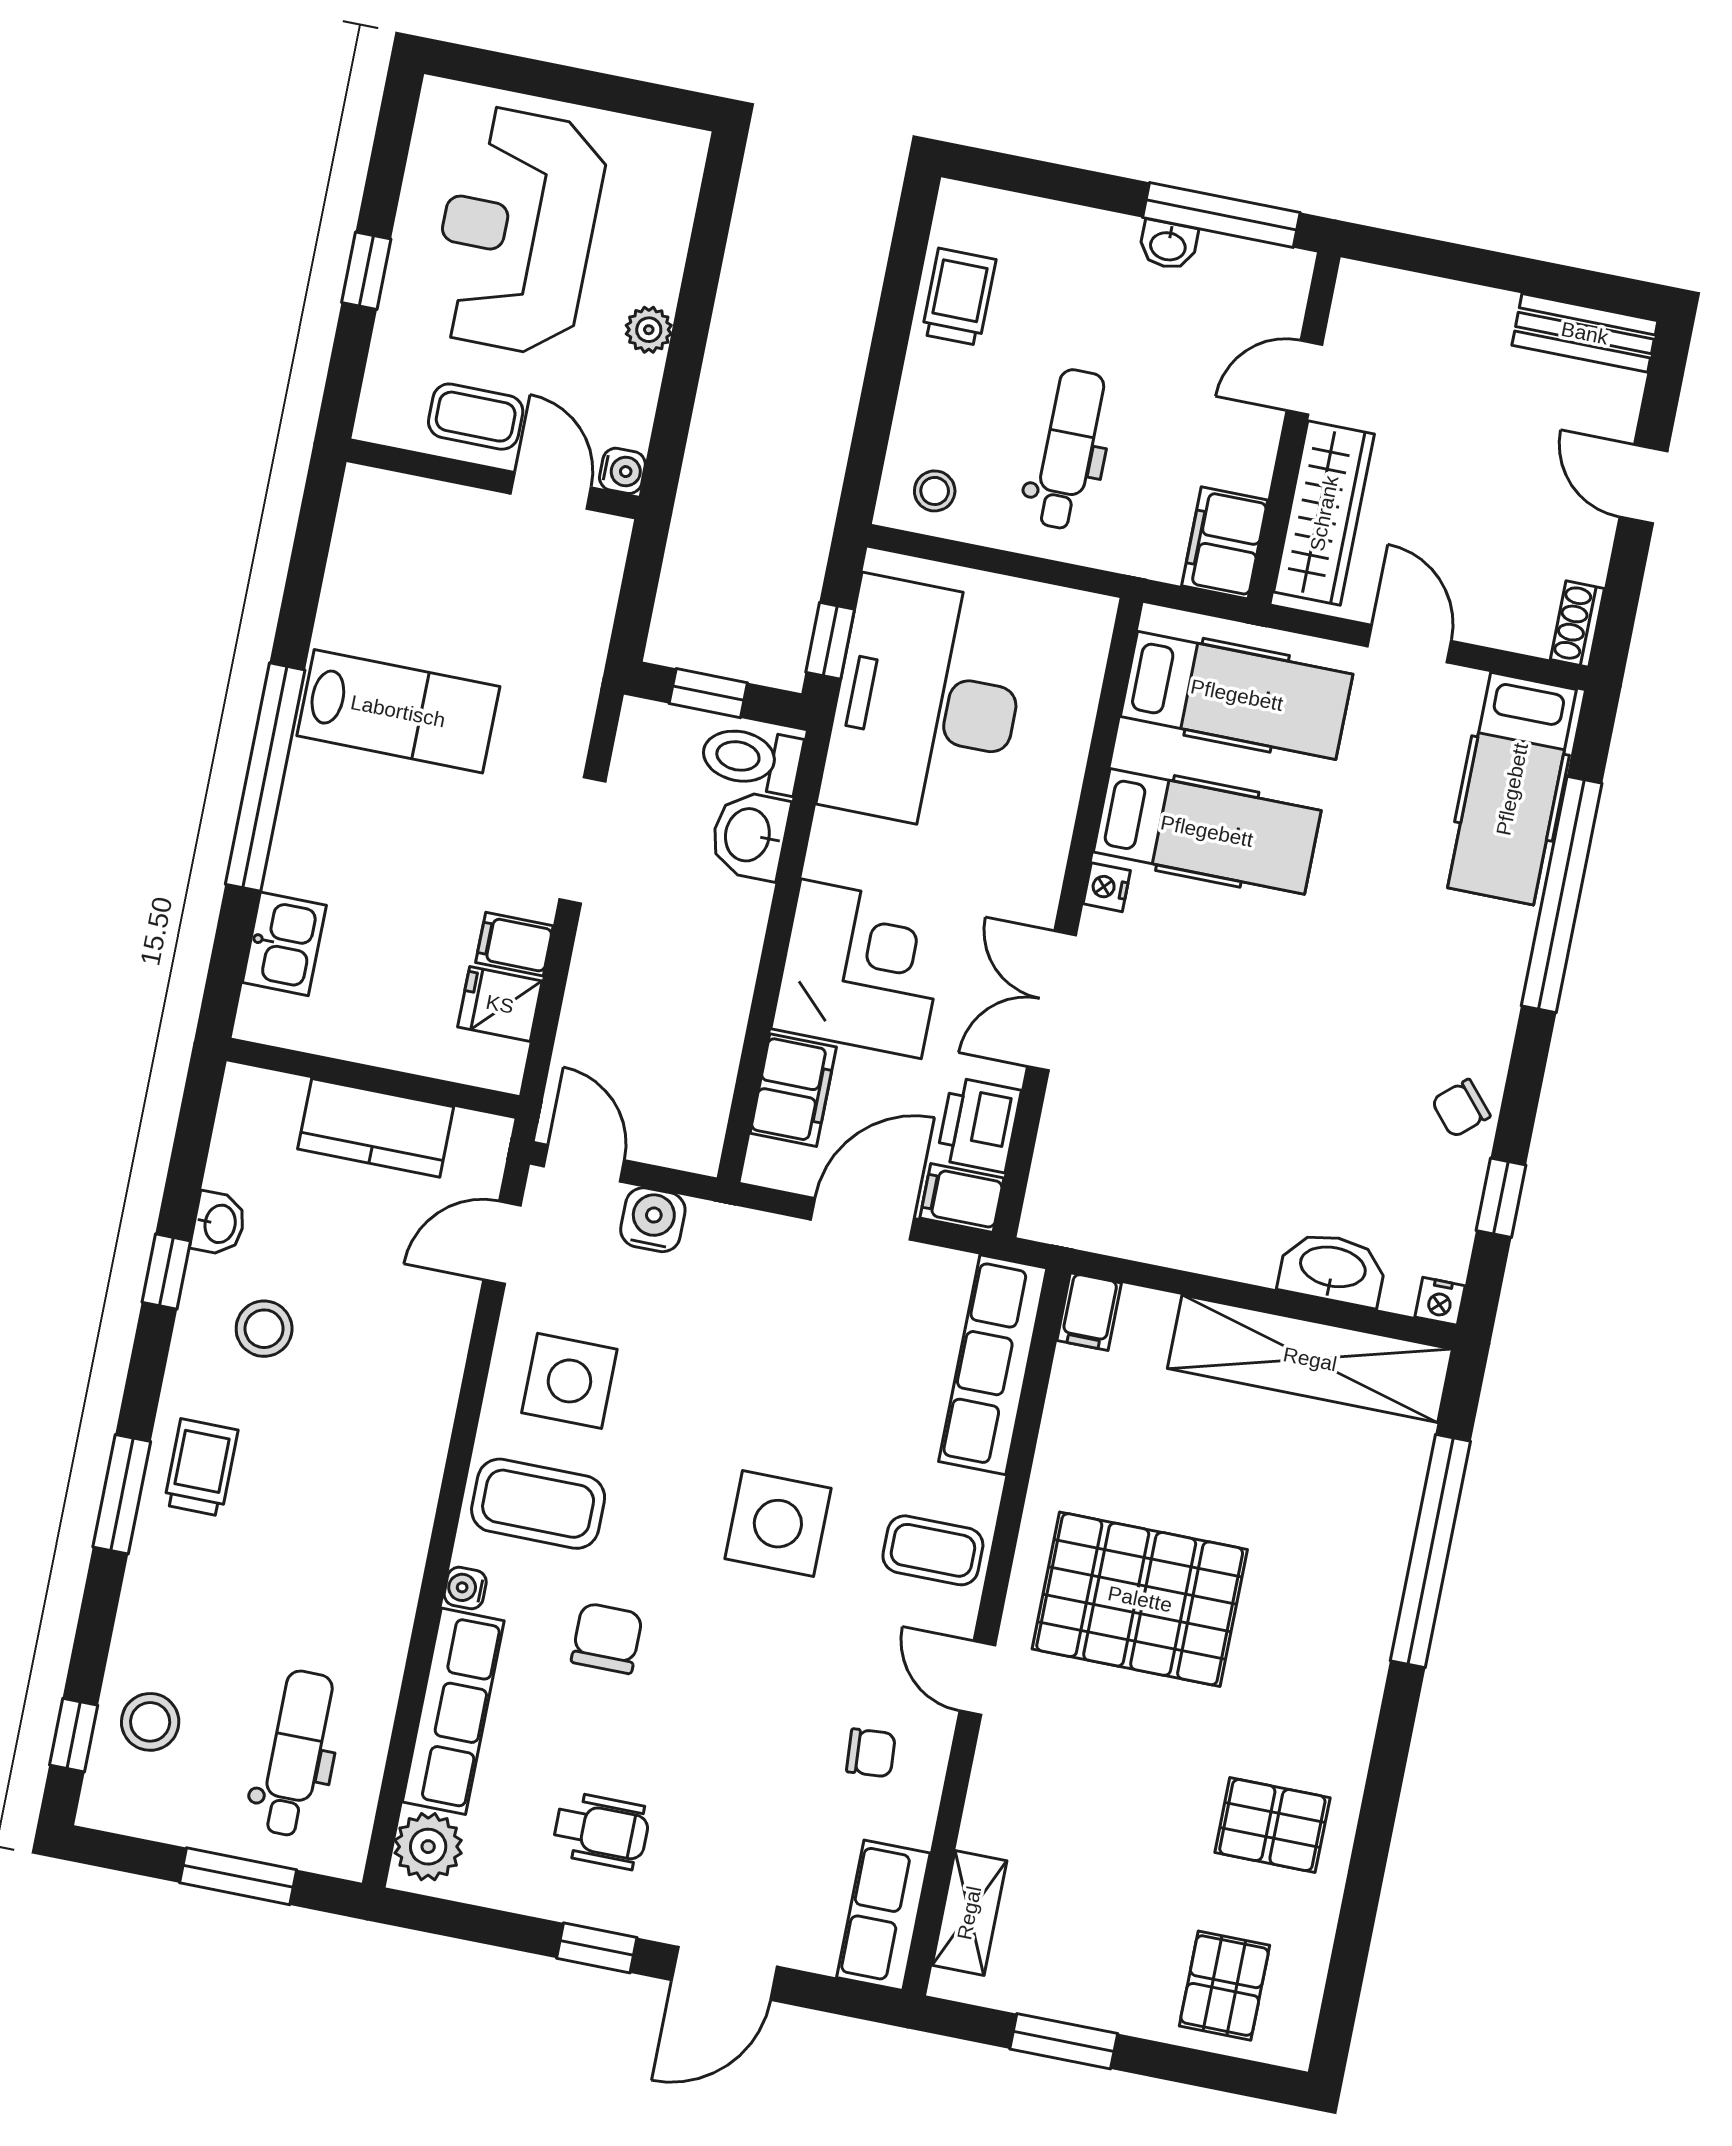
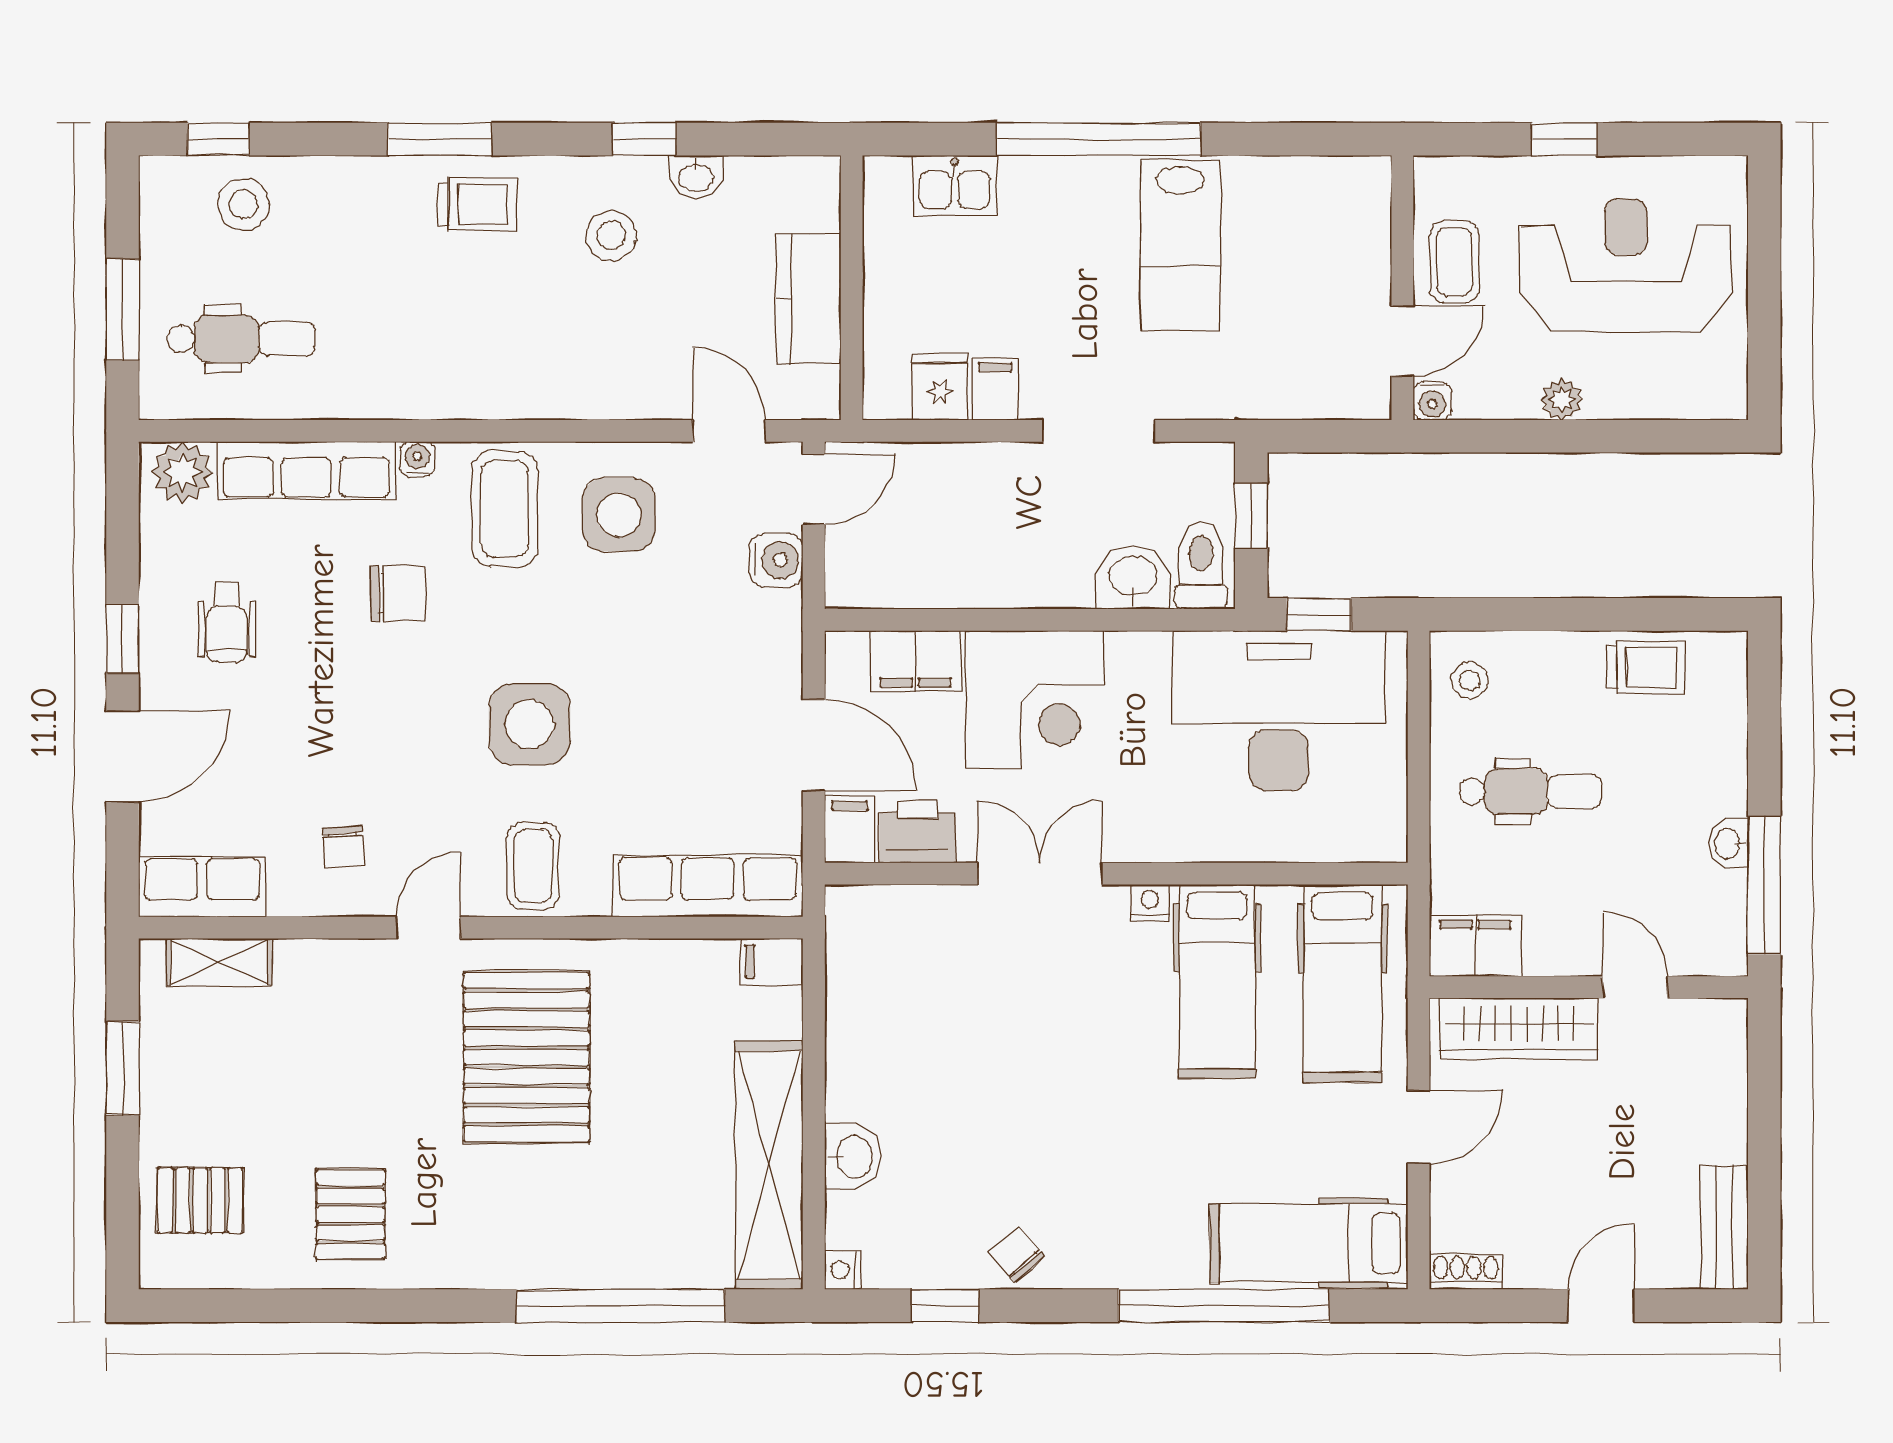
washbasin: (1333, 1269) -> (853, 1157), width x0.72
door: (724, 1973) -> (123, 756), swing flipped

